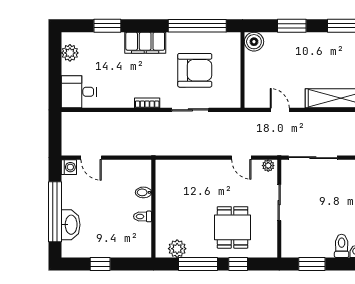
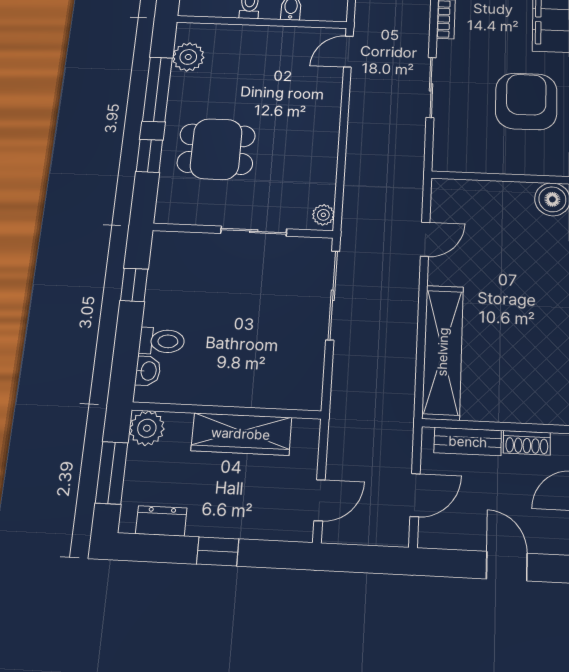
armchair: (195, 70) -> (526, 101), moved, turned 180
door: (241, 158) -> (348, 52), moved
window: (312, 264) -> (134, 285), width x0.67

